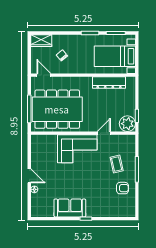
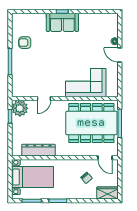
corner sofa: (77, 149) -> (86, 83), moved
coffee table: (117, 164) -> (31, 67), removed
sofa: (70, 208) -> (62, 22), moved

